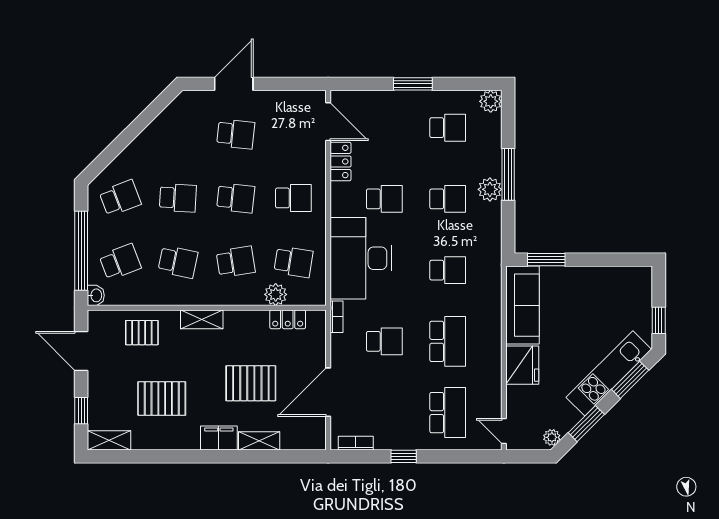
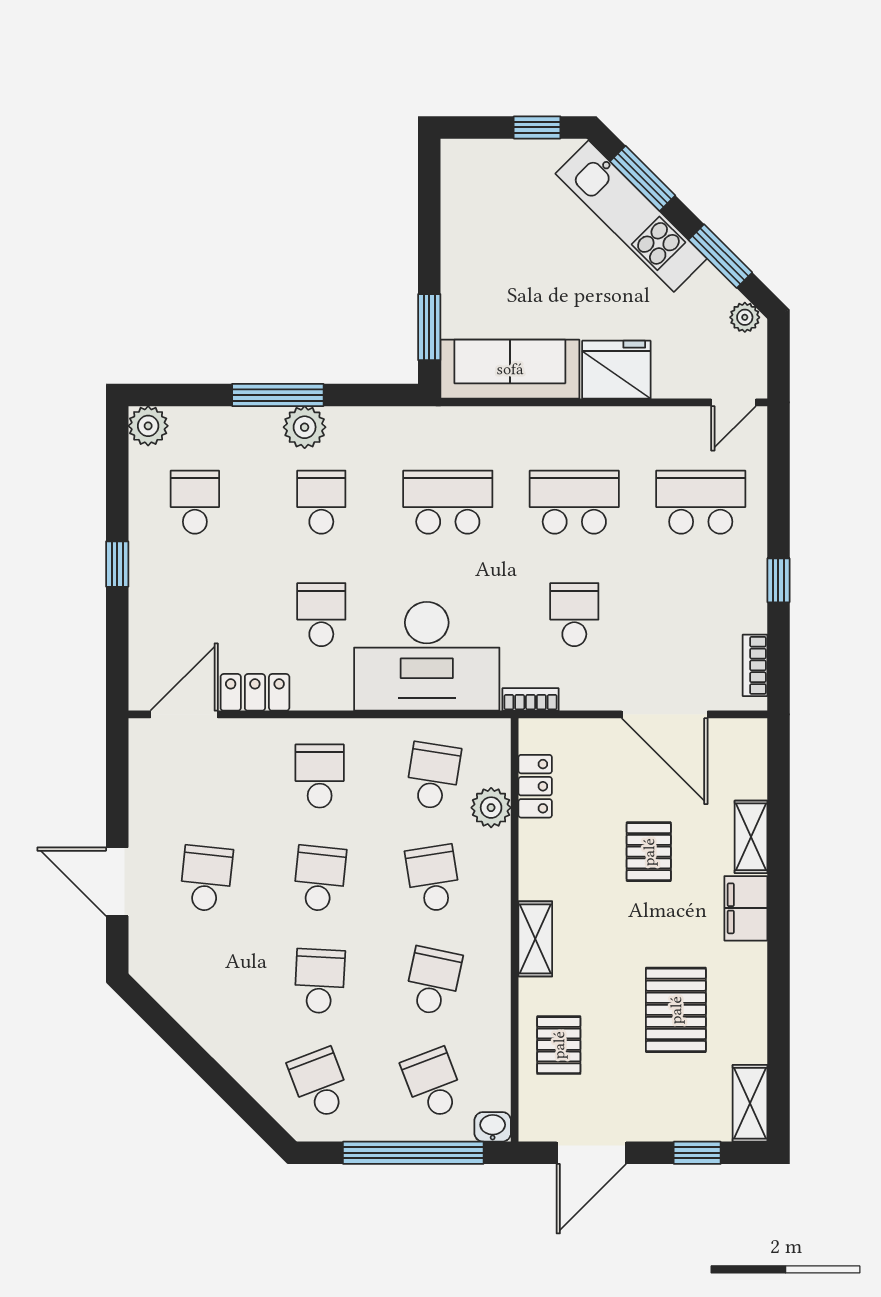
window: (413, 84) -> (117, 564), width x0.67
school desk: (448, 270) -> (448, 502), width x1.85
pallet: (251, 383) -> (649, 852), width x0.67, depth x0.71

